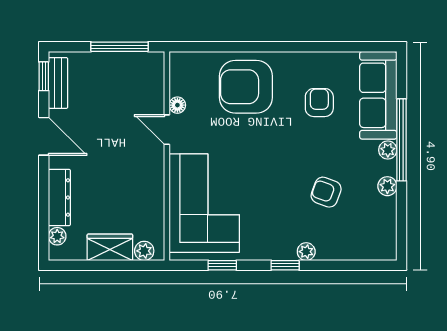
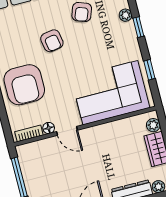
bookcase: (177, 76) -> (29, 133), added
armchair: (319, 103) -> (52, 41), moved, turned -100
door: (167, 130) -> (67, 131), hinge flipped

